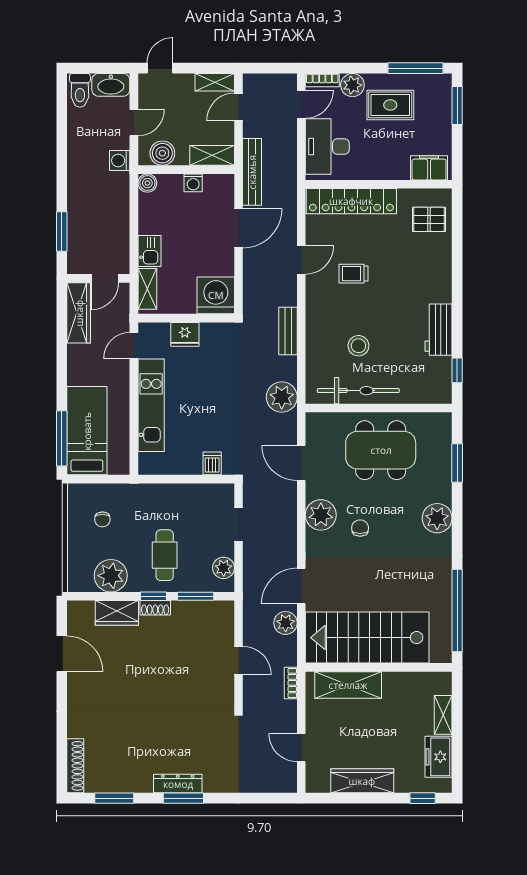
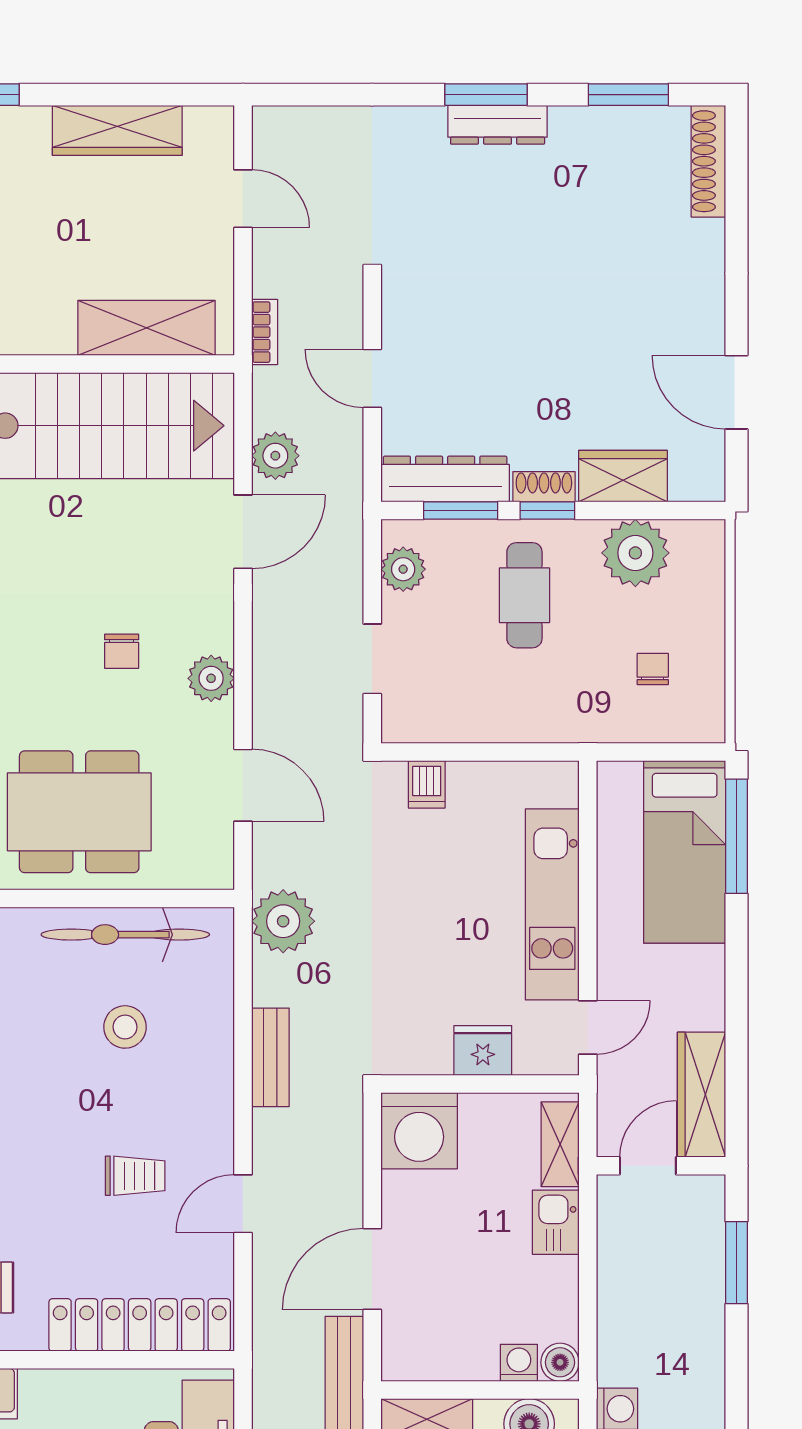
washing machine: (193, 183) -> (519, 1363), moved
plant: (321, 515) -> (211, 678), width x0.73, depth x0.73
dresser: (203, 612) -> (445, 479), added

